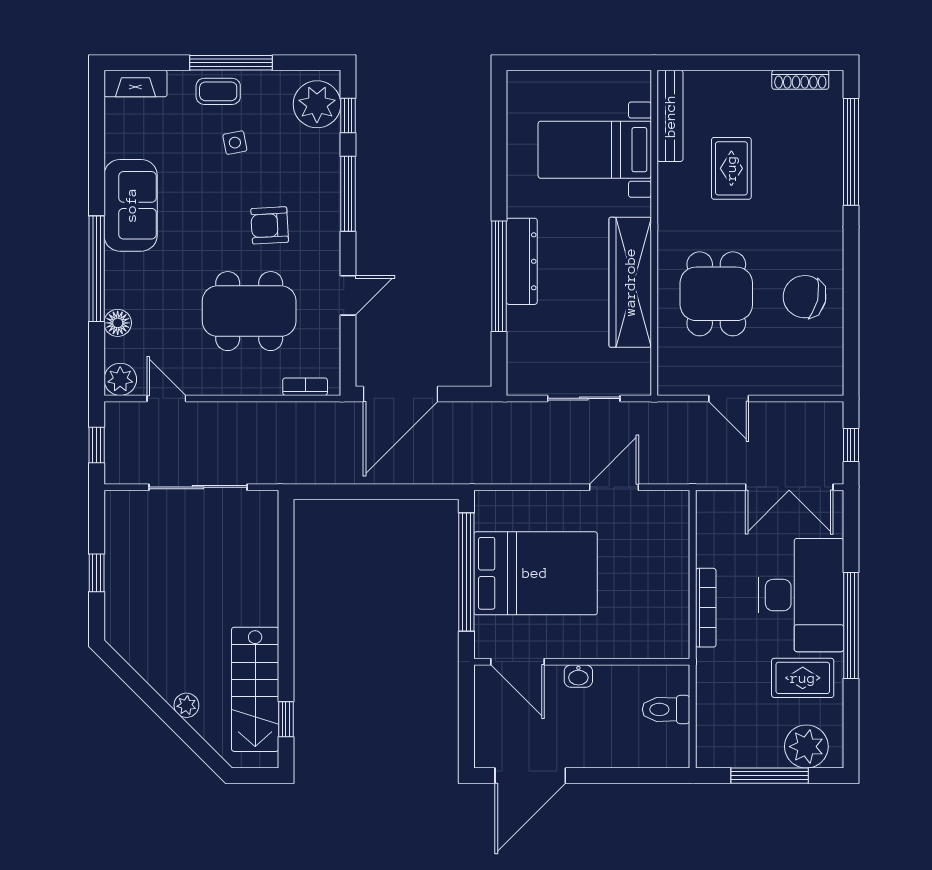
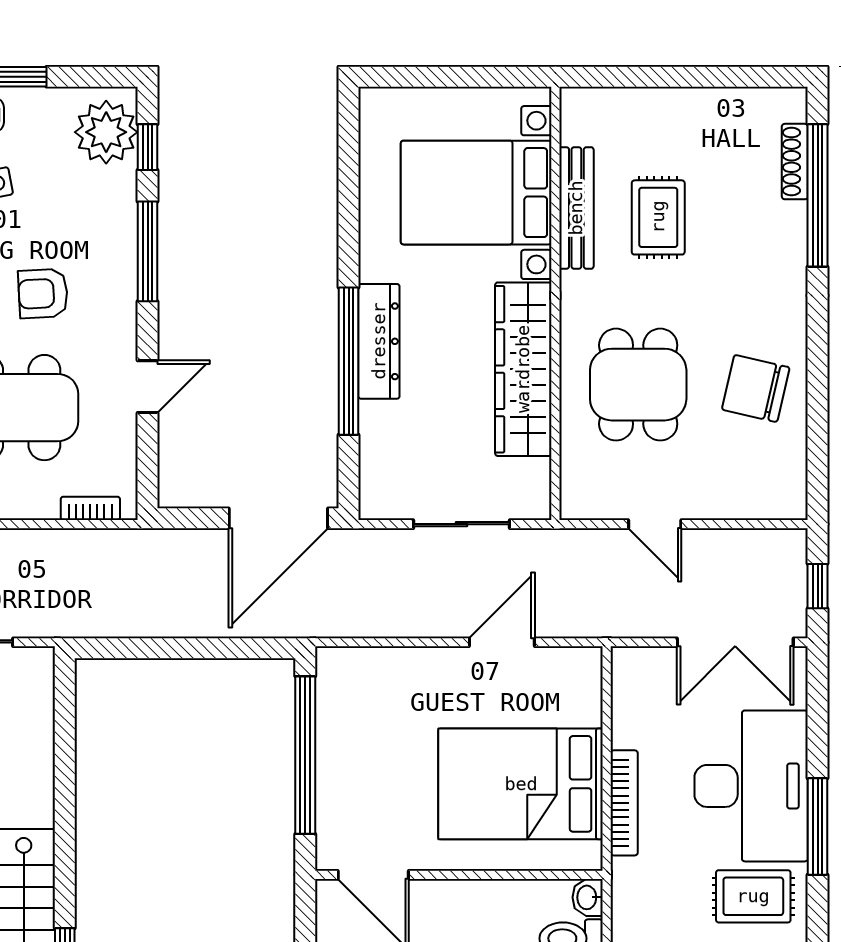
shoe rack: (800, 80) -> (795, 162), moved, turned 90
bench: (670, 116) -> (576, 208), moved
bed with nightstands: (595, 150) -> (476, 193), width x1.36
door: (401, 394) -> (278, 518), moved
bed: (535, 573) -> (521, 784), moved, turned 180
window: (851, 625) -> (818, 826), width x0.68
washbasin: (578, 676) -> (588, 897), moved, turned 90

